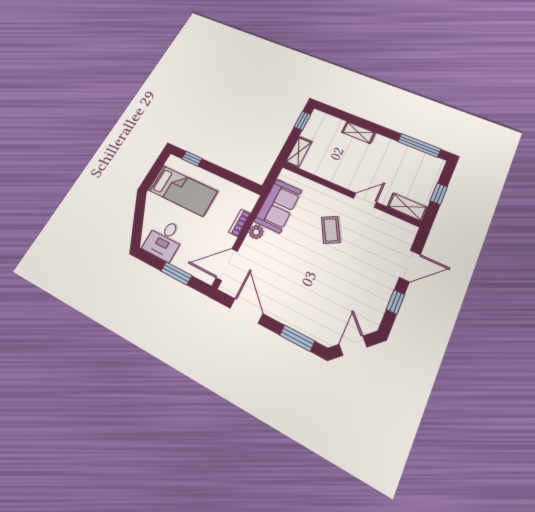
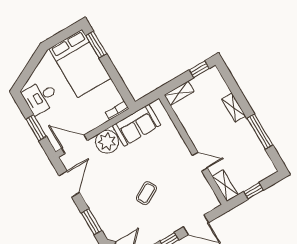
window: (419, 145) -> (260, 132), moved
window: (192, 159) -> (96, 45), width x1.50
bed: (182, 191) -> (80, 64), width x1.50
bookcase: (240, 223) -> (117, 111), moved
coffee table: (331, 230) -> (146, 193), moved
plant: (256, 232) -> (107, 142), width x1.87, depth x1.87

